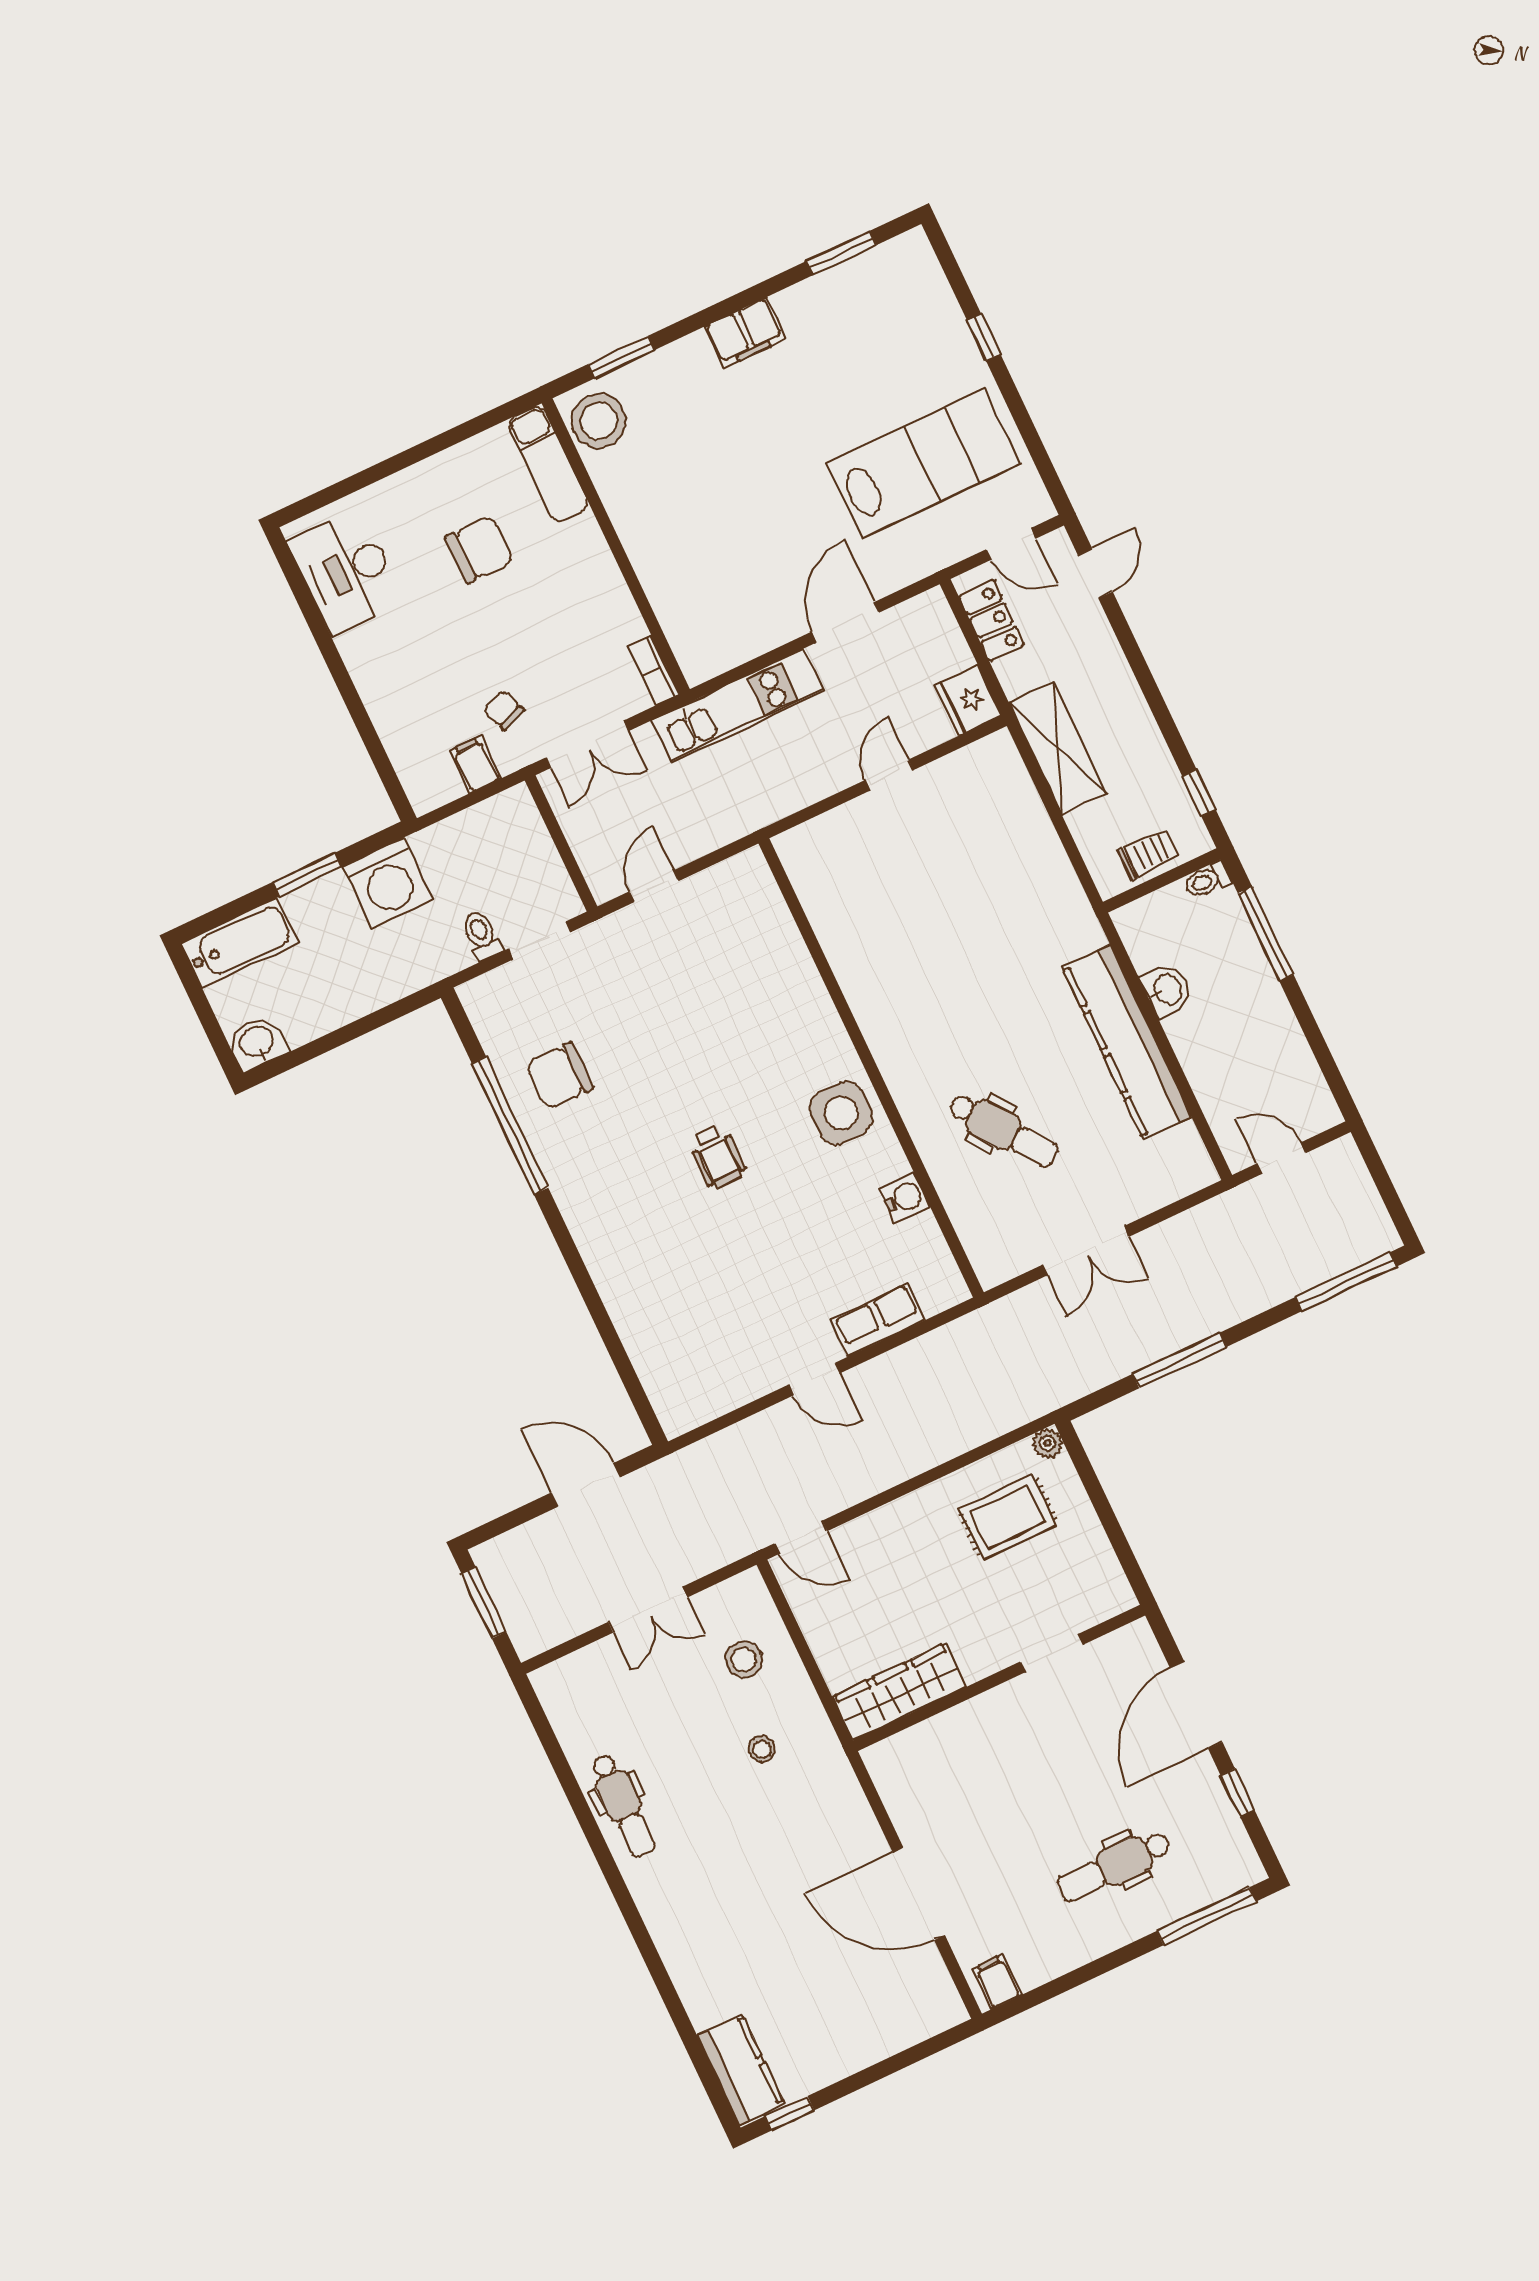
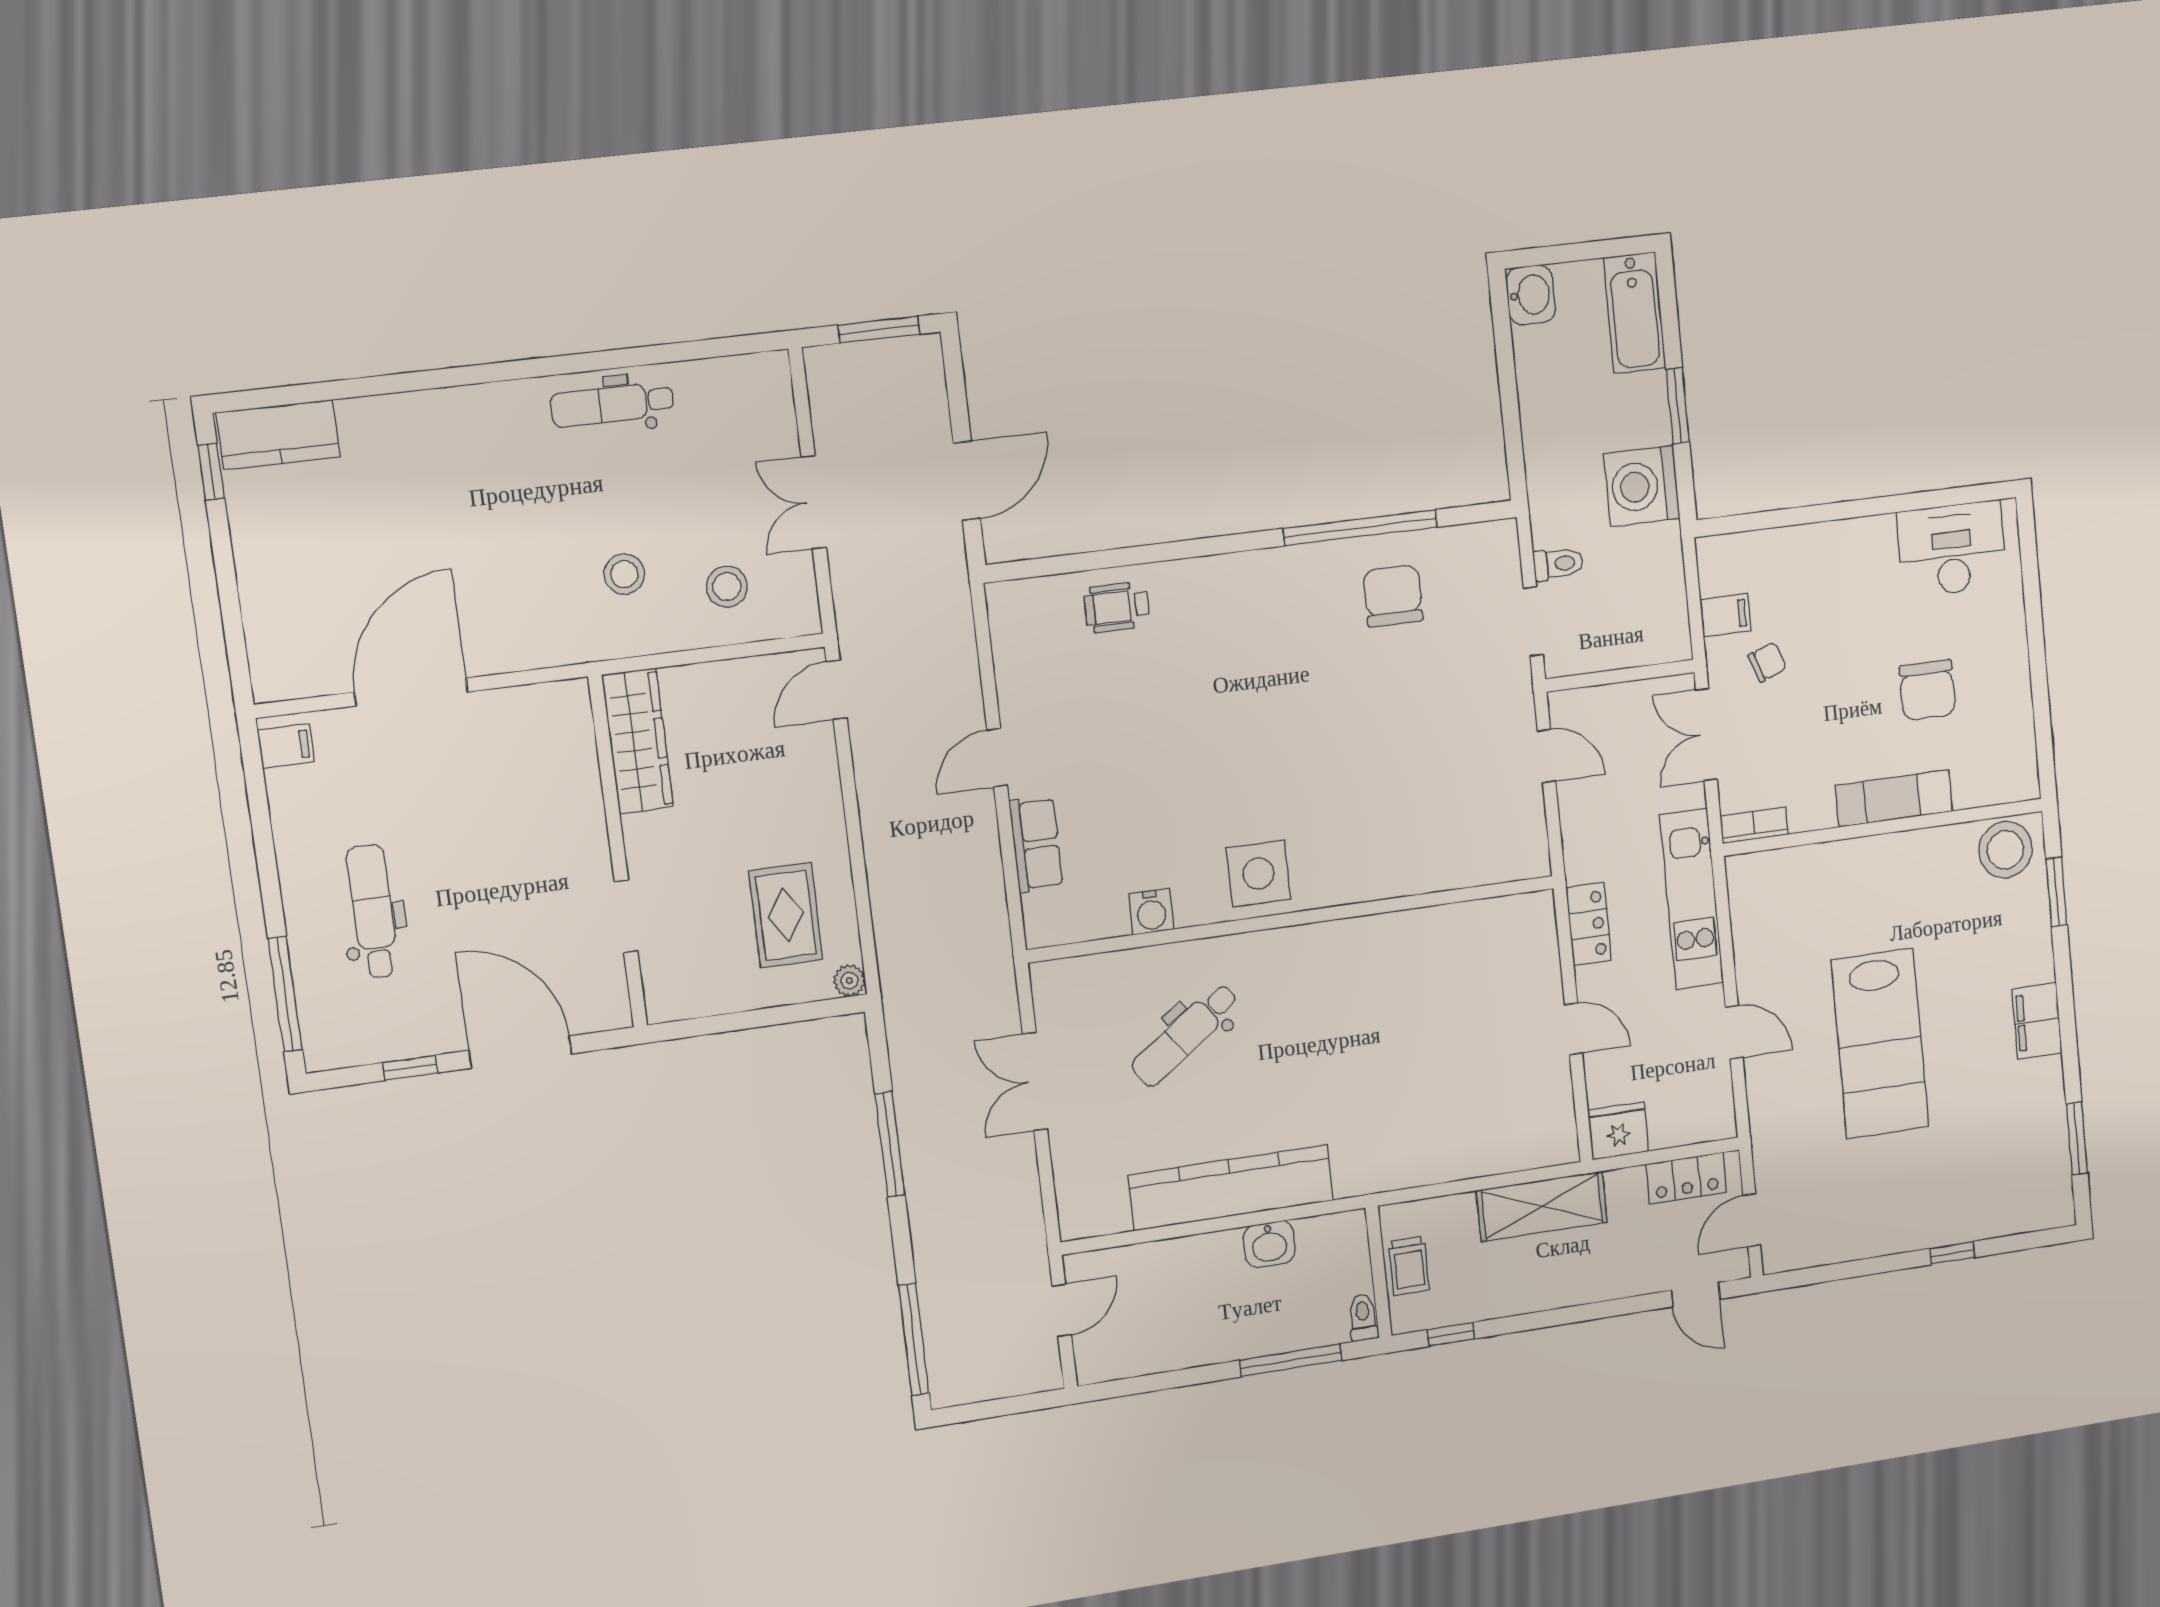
lab bench: (923, 463) -> (1880, 1044), moved
exam couch: (548, 464) -> (1894, 798), moved
door: (845, 622) -> (1734, 1032), width x0.73
locker: (791, 794) -> (1589, 924), added
wheelchair: (717, 1156) -> (1117, 607), moved
stool: (762, 1749) -> (624, 574), width x1.37, depth x1.37

